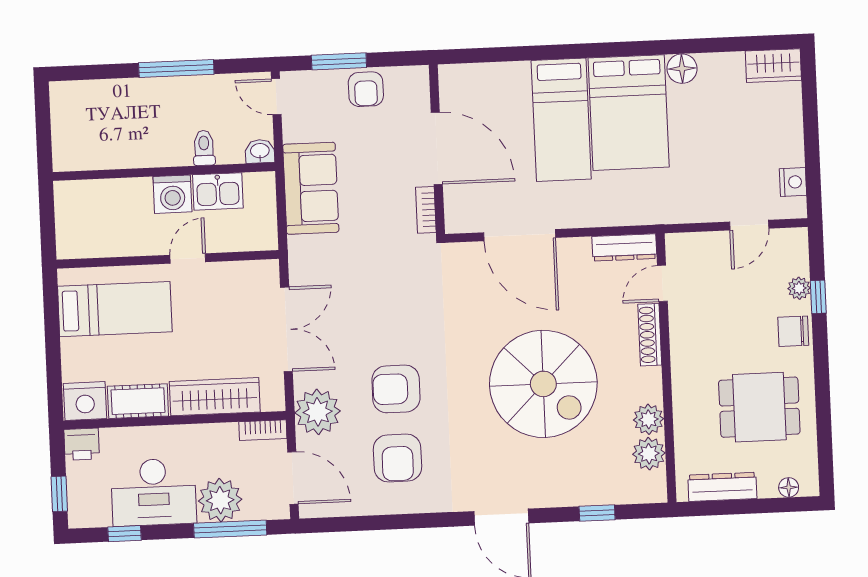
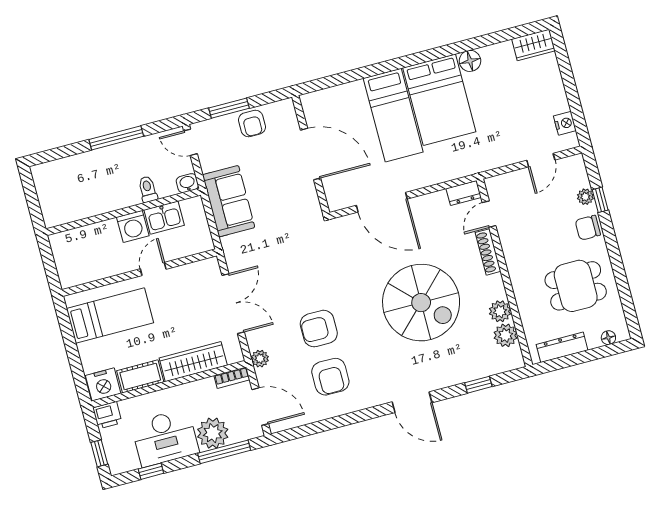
bookcase: (426, 210) -> (312, 199), removed
dresser: (624, 247) -> (464, 193), width x0.70
plant: (318, 412) -> (260, 359), width x0.53, depth x0.53

